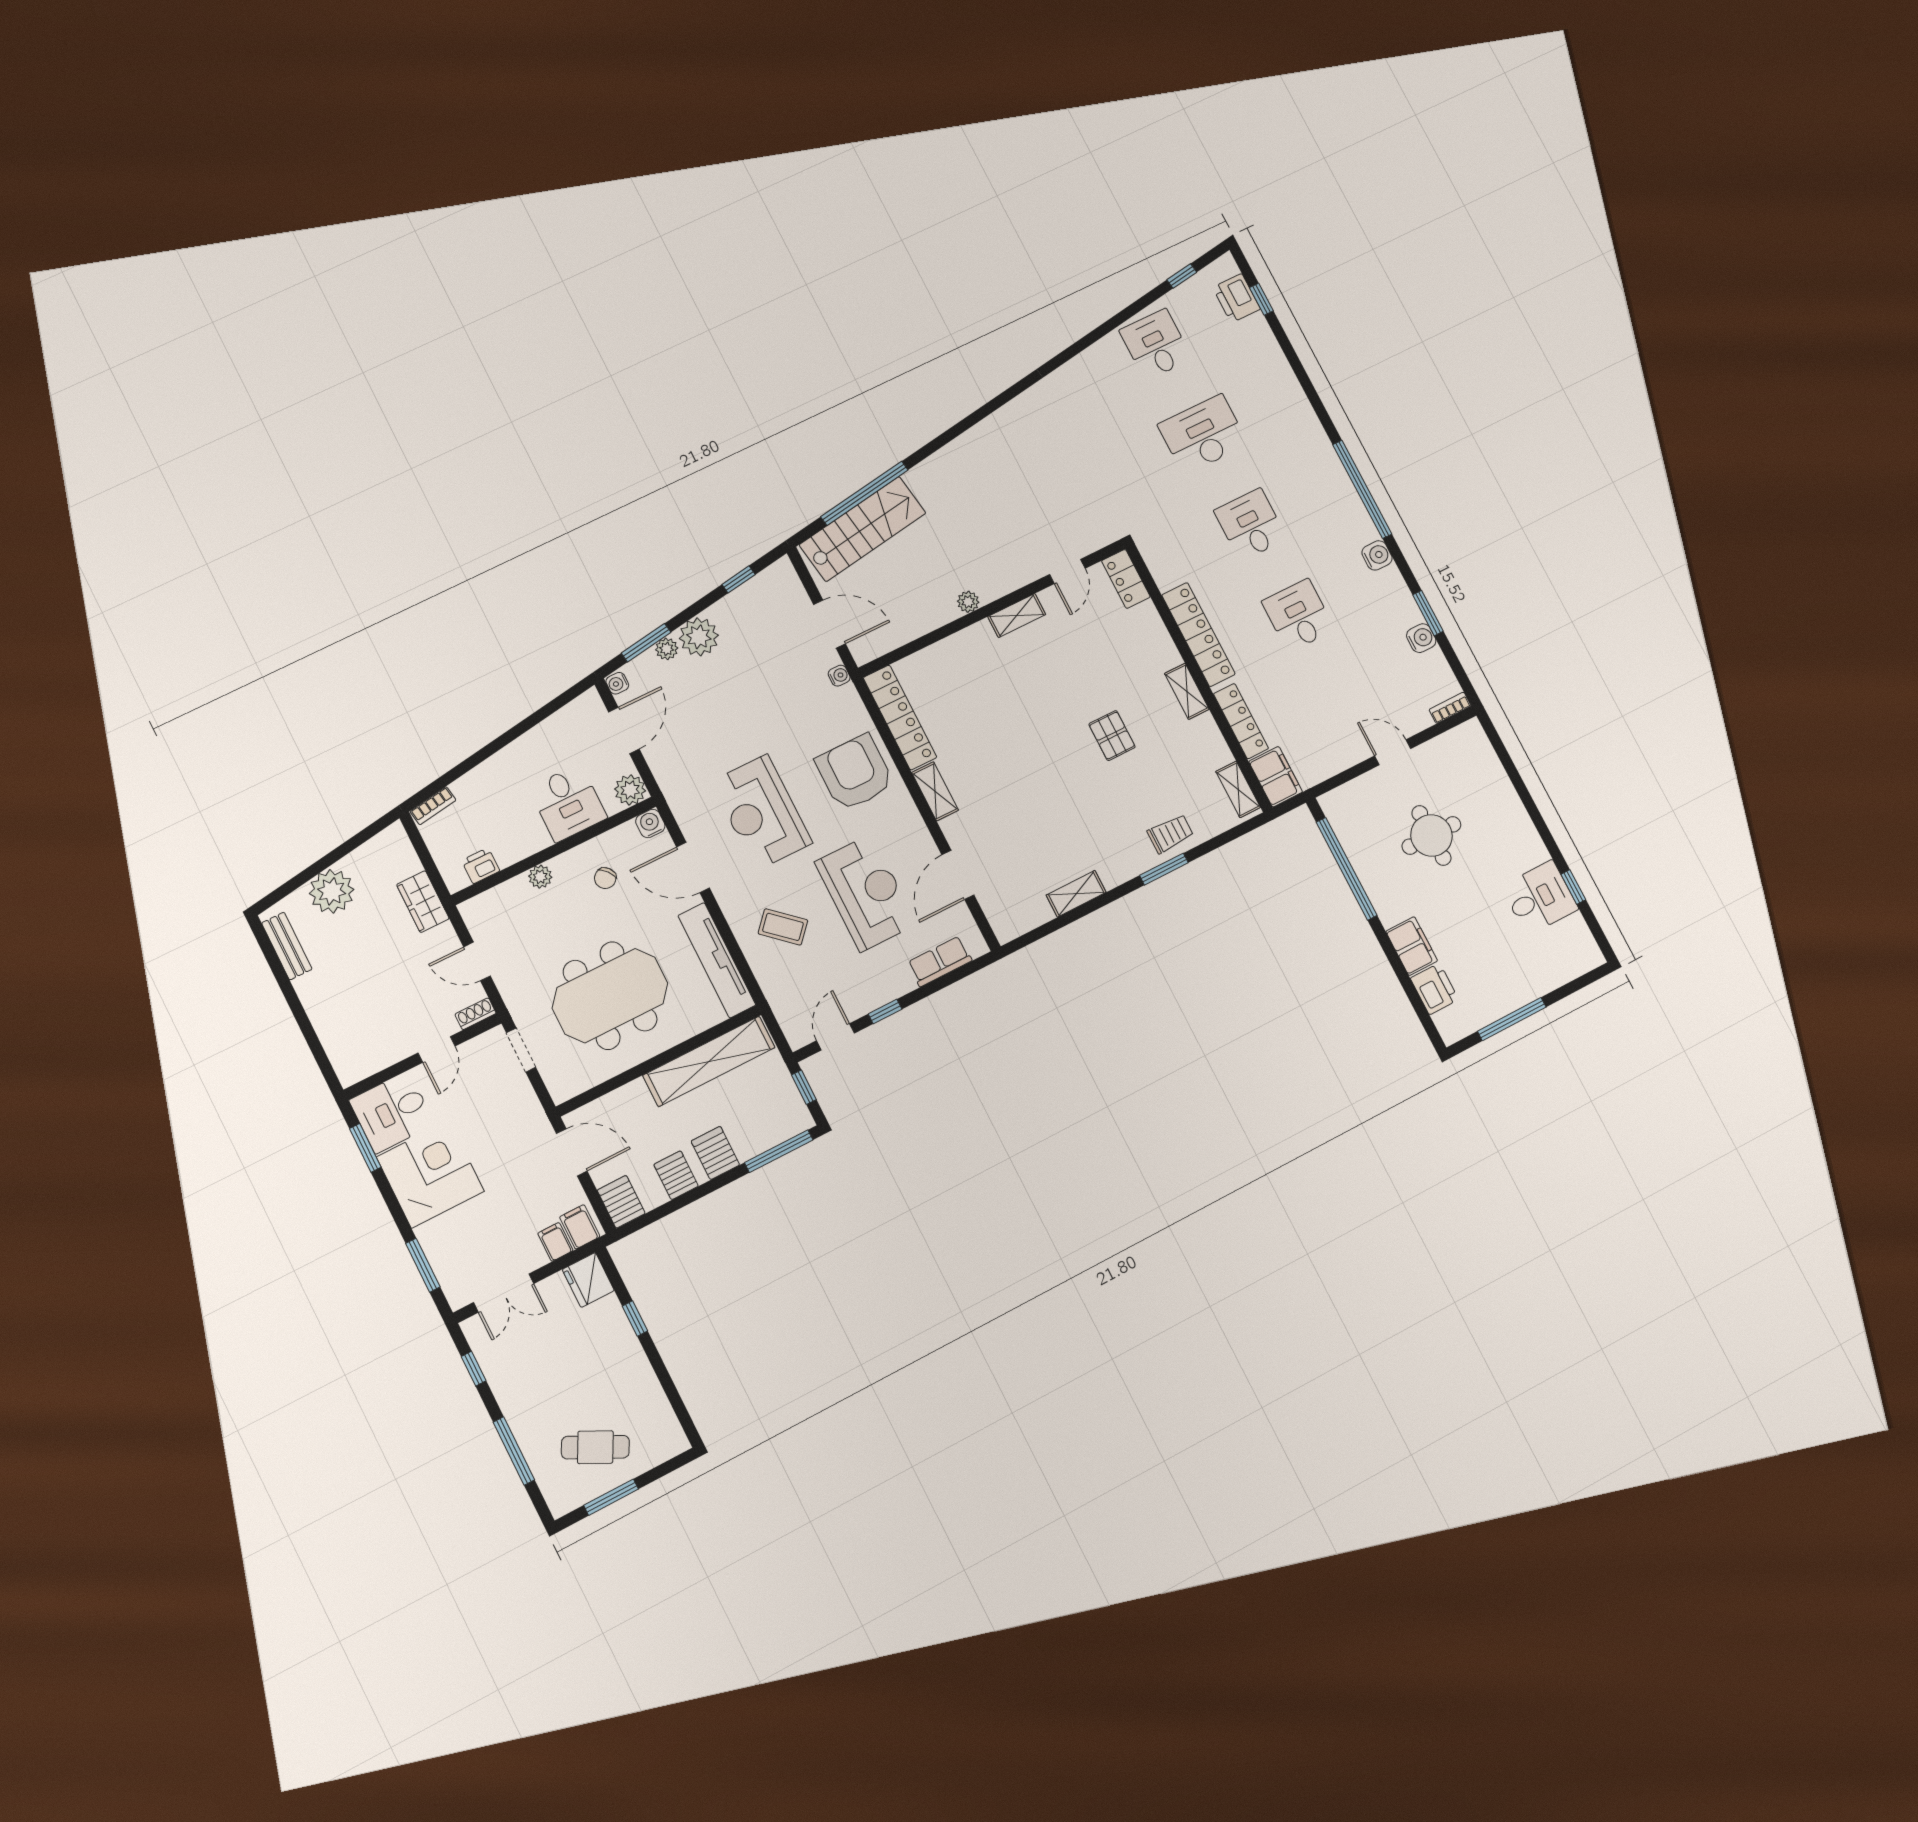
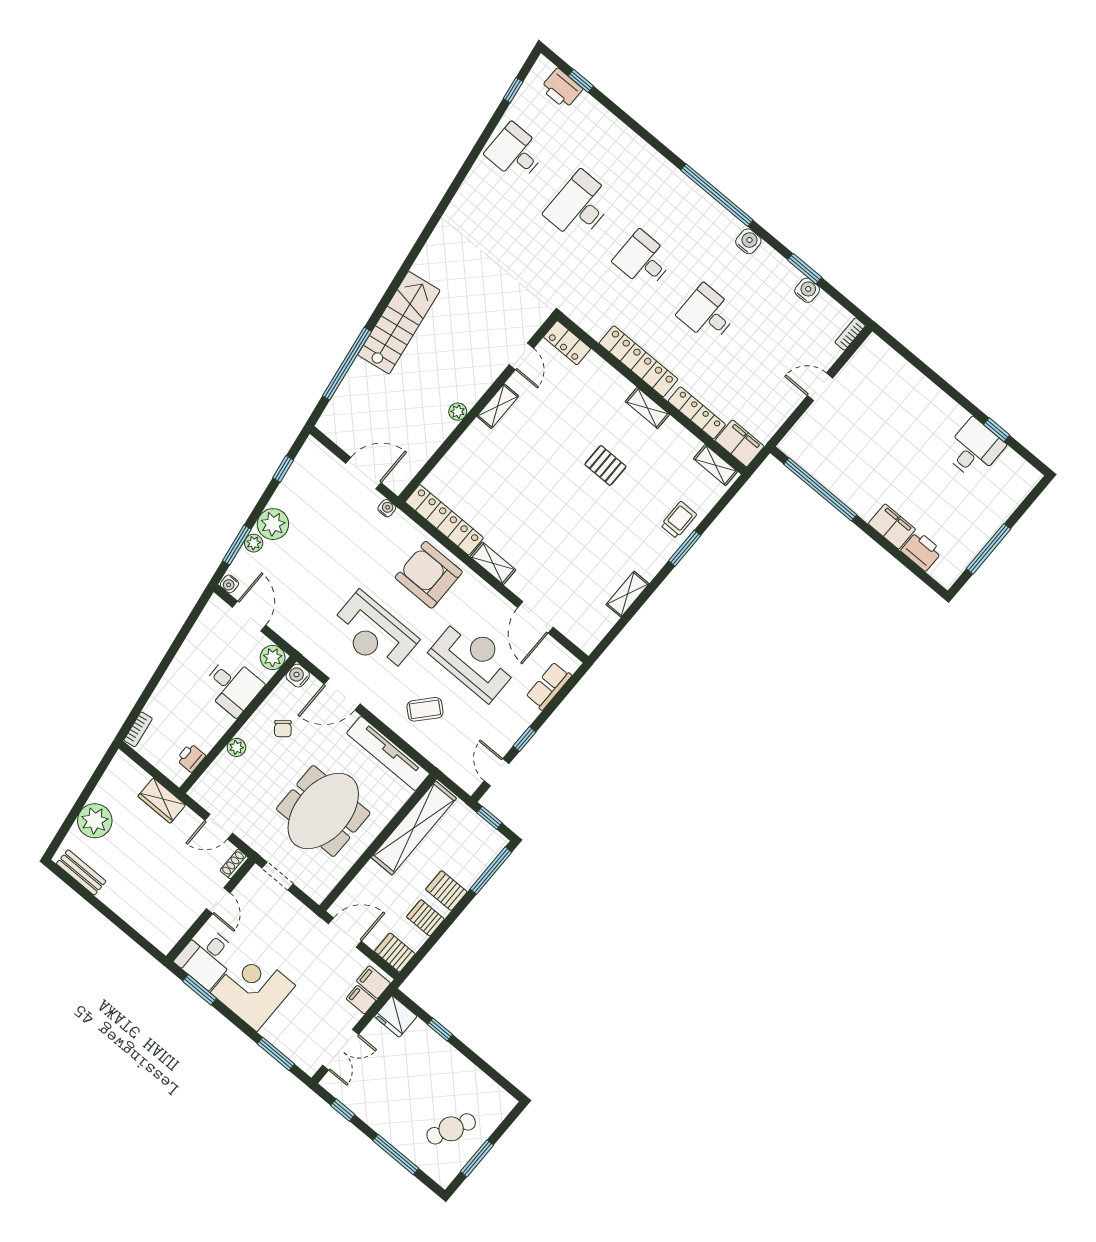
stairs: (863, 529) -> (399, 323), moved
round table: (1431, 835) -> (874, 437), removed

